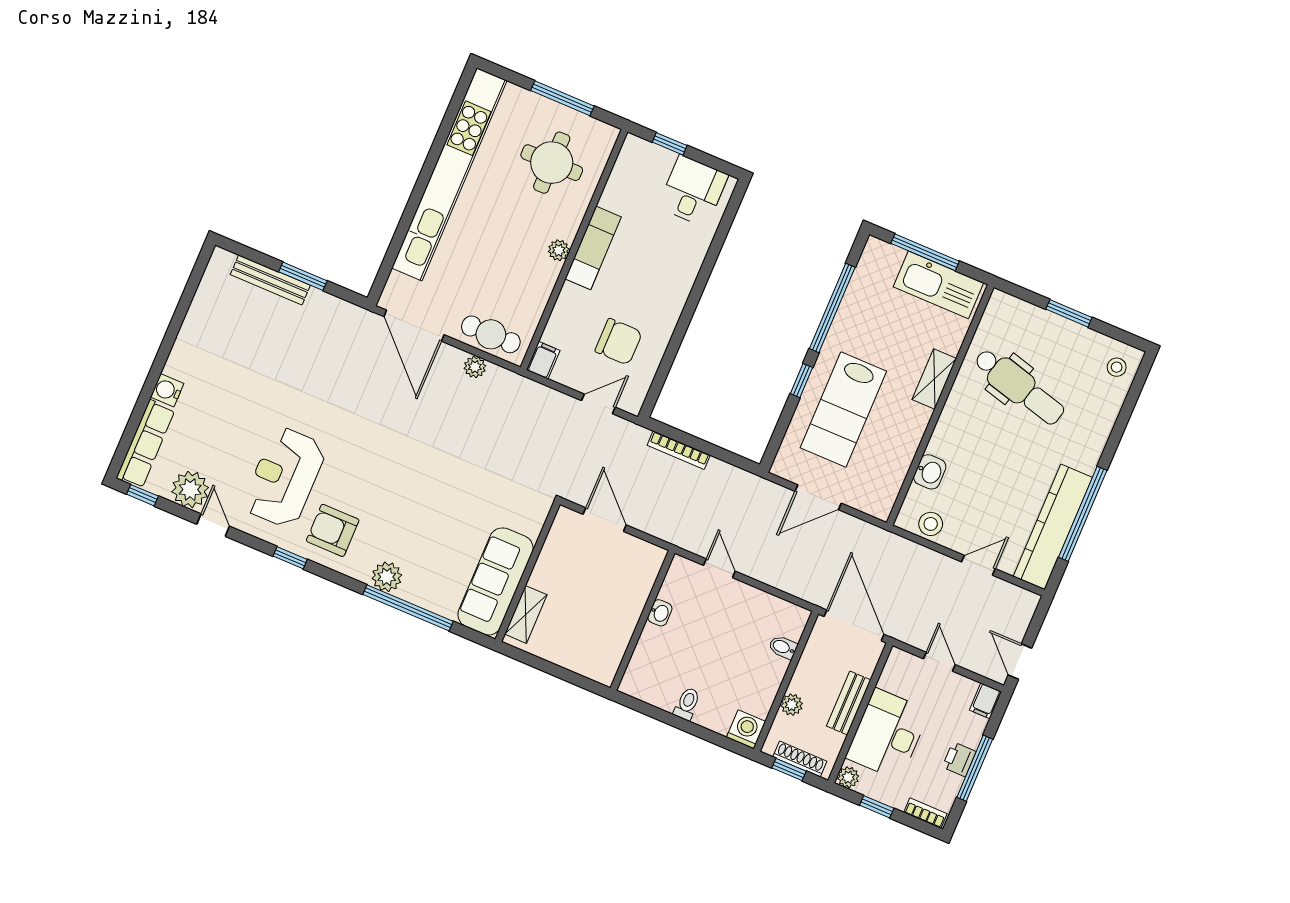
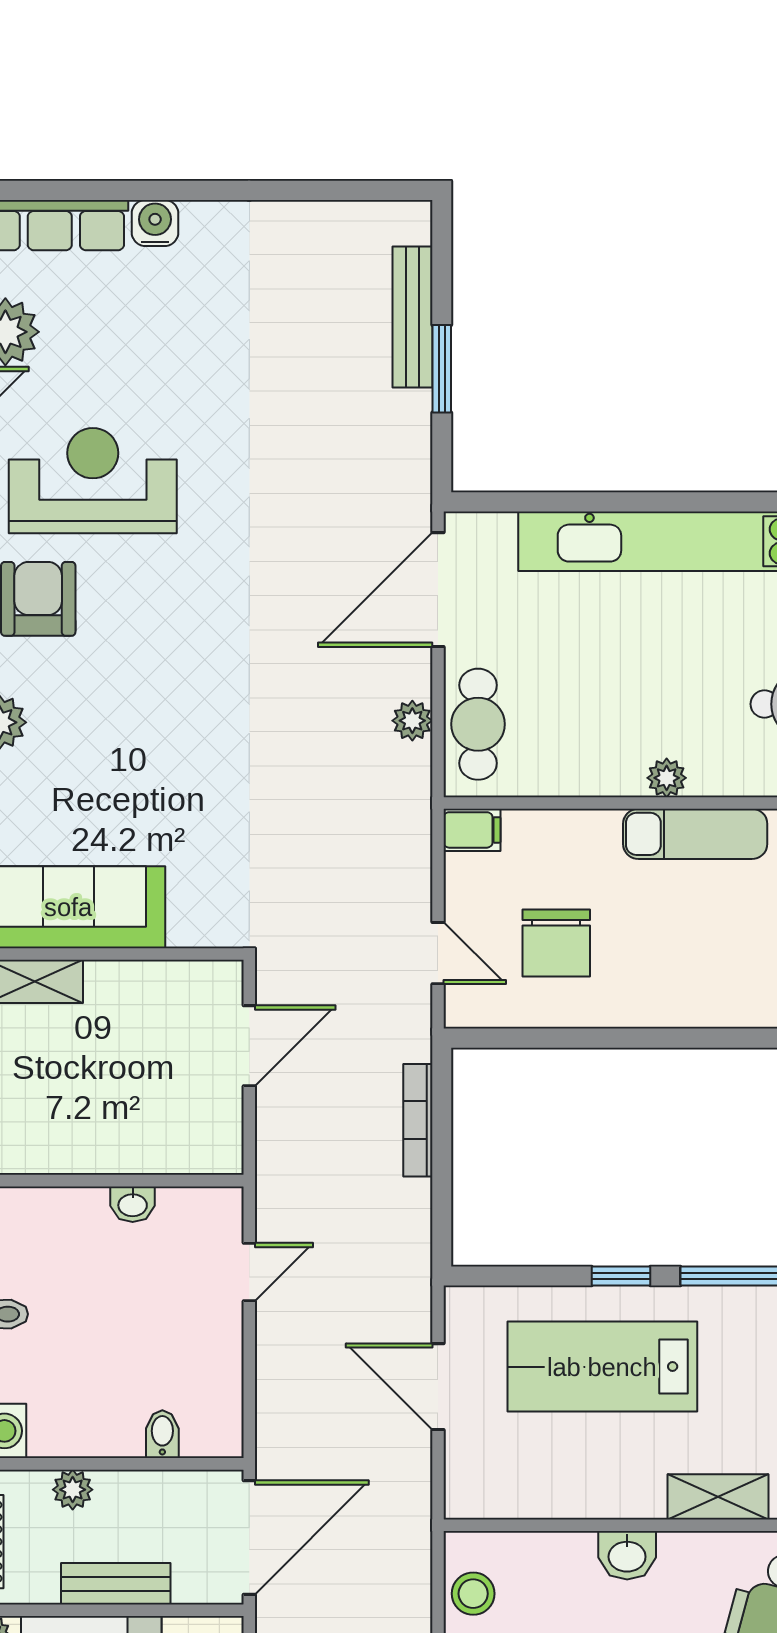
washbasin: (930, 472) -> (627, 1555), moved

